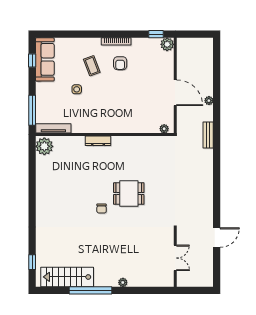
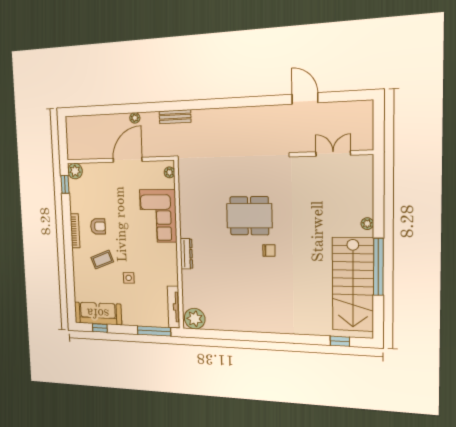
corner sofa: (129, 118) -> (158, 216), added
dining table: (129, 194) -> (249, 216), width x1.38
stairs: (67, 277) -> (353, 284), width x1.36, depth x1.51

